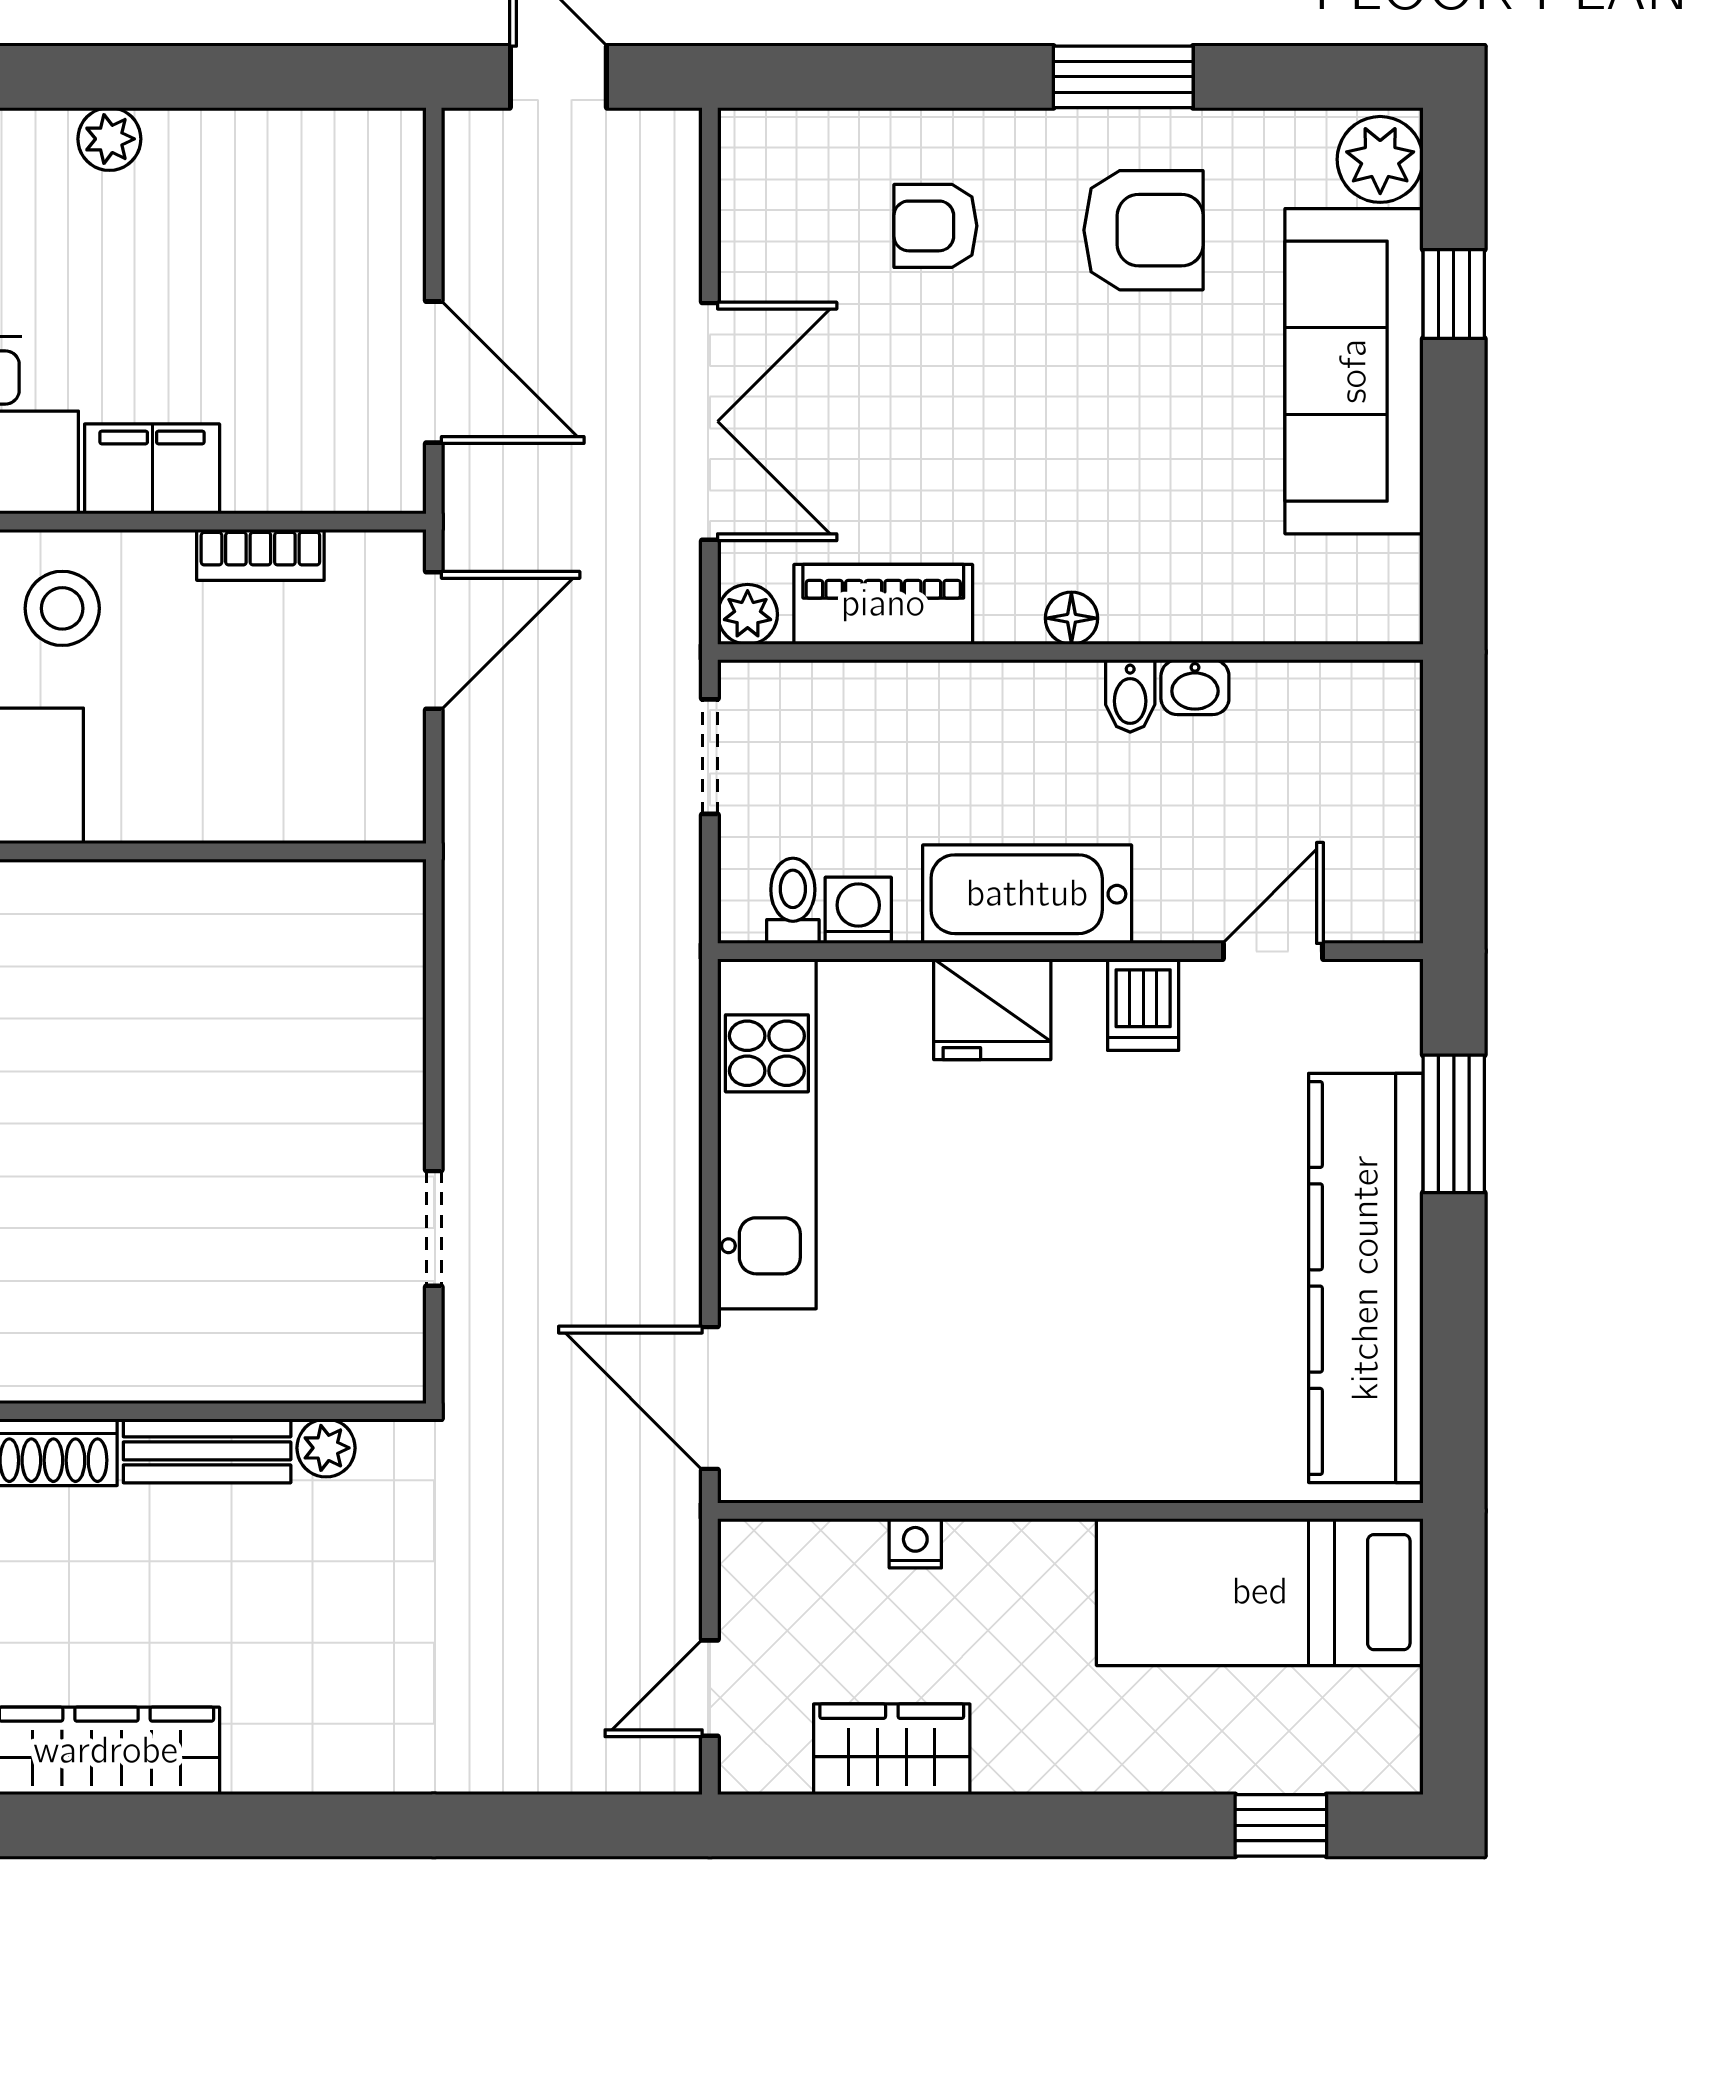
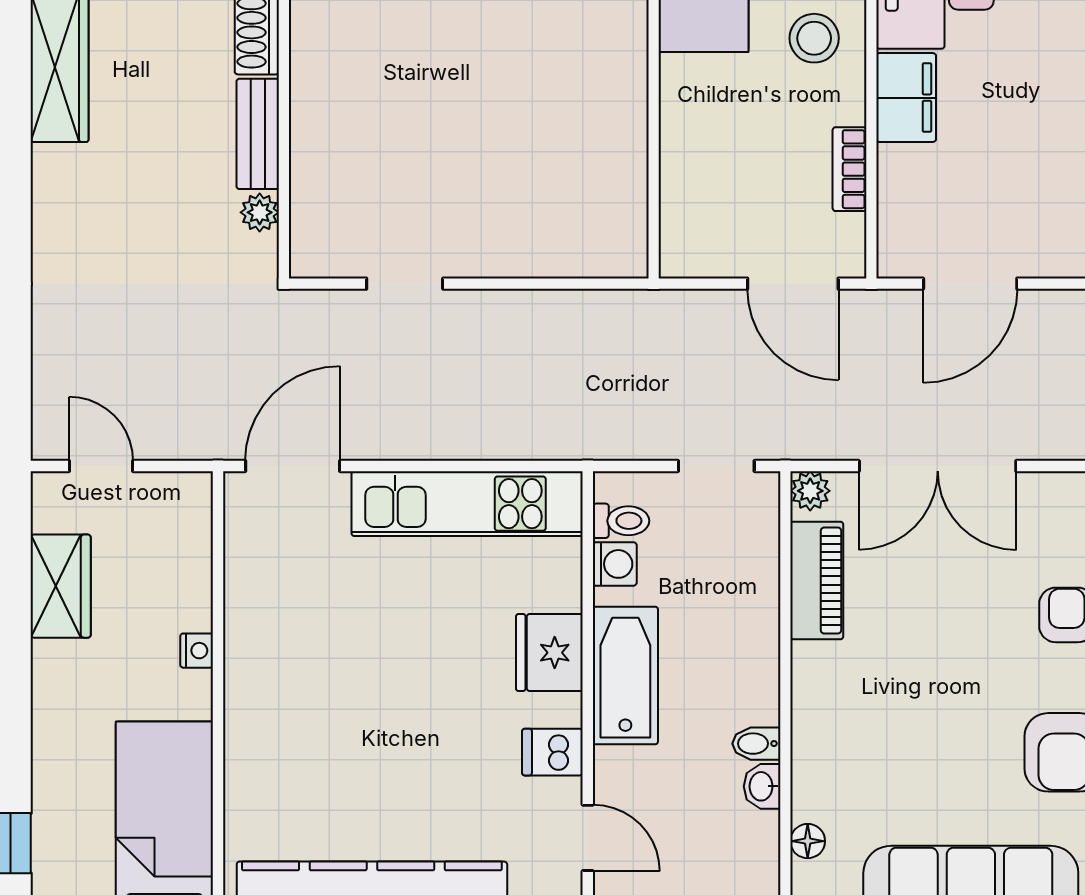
floor lamp: (1071, 618) -> (808, 841), moved
nightstand: (915, 1543) -> (197, 651), moved

